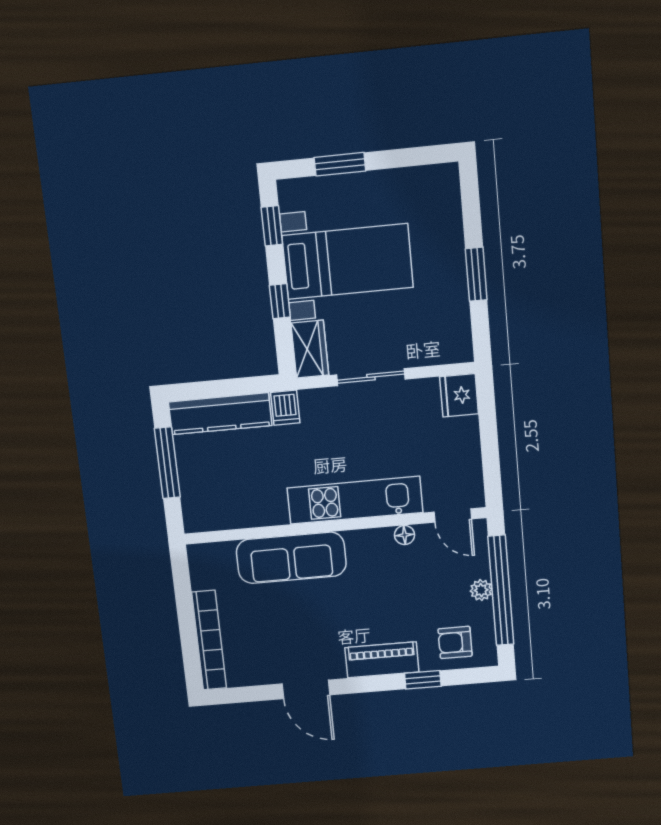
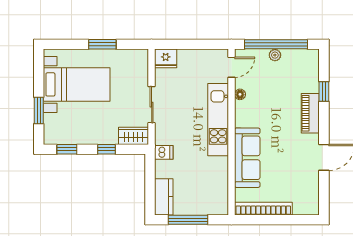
bed with nightstands: (348, 261) -> (77, 84), moved, turned 90
kitchen counter: (220, 414) -> (164, 197), width x0.67
bookcase: (209, 640) -> (263, 209), moved
armchair: (455, 642) -> (304, 72), removed

